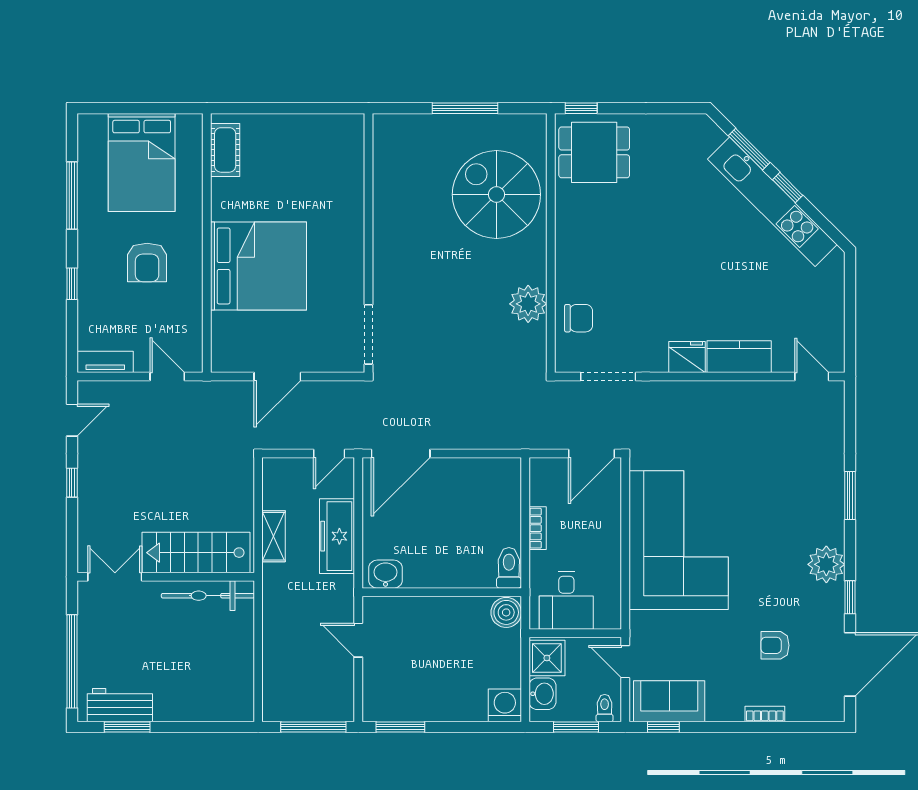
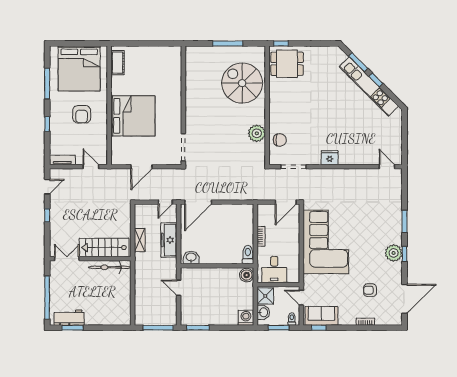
bed: (142, 163) -> (79, 68), width x1.36
kitchen counter: (739, 357) -> (354, 158), removed
window: (850, 597) -> (404, 254), moved

